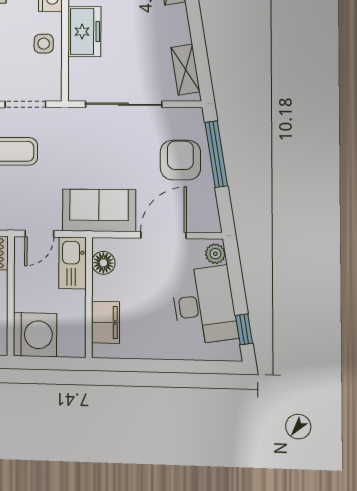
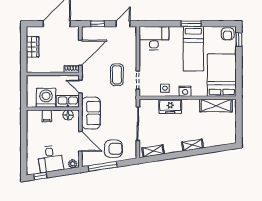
window: (216, 154) -> (103, 166), moved
desk: (204, 305) -> (50, 159), width x0.73
filing cabinet: (106, 322) -> (47, 116), width x0.50
washing machine: (35, 335) -> (46, 98), moved, turned 180

